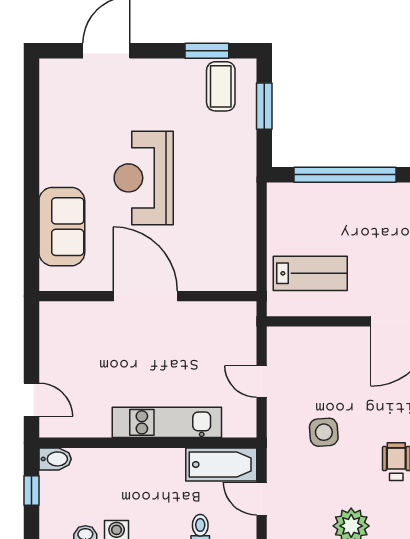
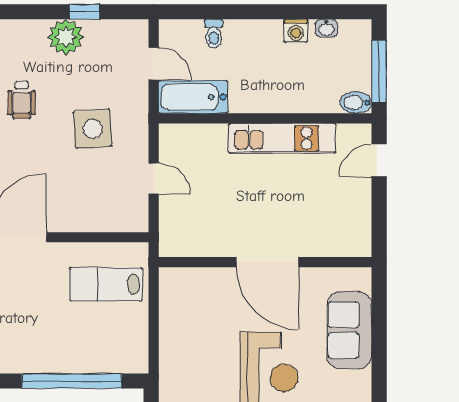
door: (31, 400) -> (379, 160), hinge flipped
kitchen unit: (167, 422) -> (282, 138), moved
side table: (324, 432) -> (93, 129), width x1.37, depth x1.37
window: (31, 491) -> (379, 72), width x2.17

